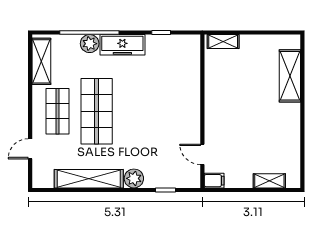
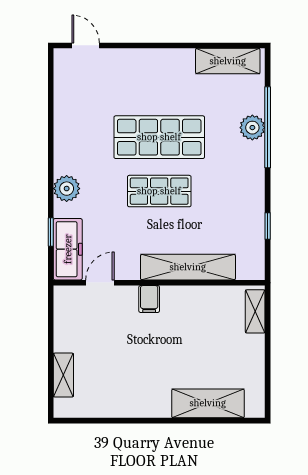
freezer: (122, 45) -> (68, 249), moved, turned 180
shop shelf: (57, 111) -> (159, 191), moved
door: (30, 149) -> (86, 45), moved
shelving: (89, 179) -> (188, 267), moved, turned 90
filing cabinet: (214, 181) -> (149, 299), moved

